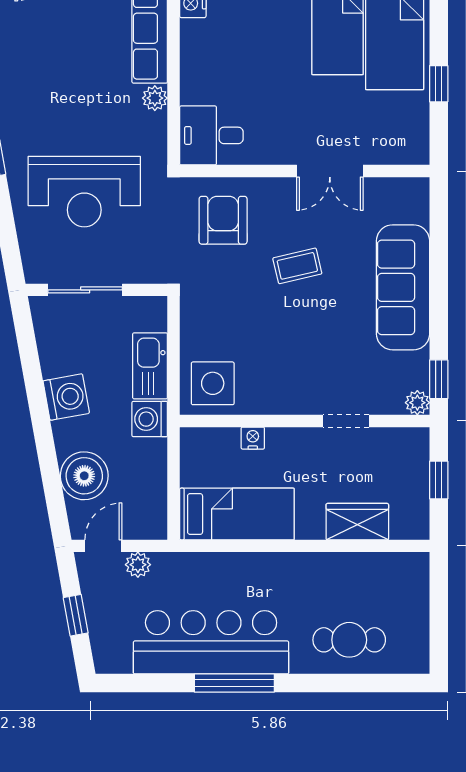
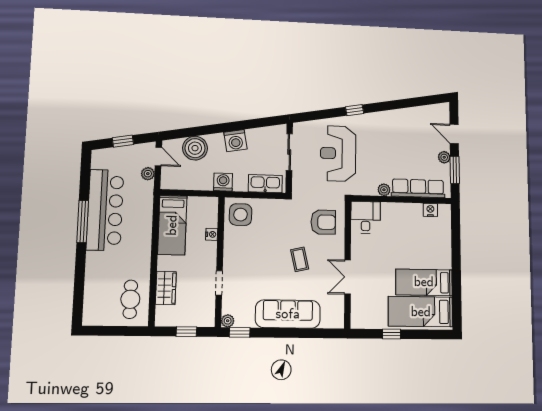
kitchen sink: (150, 366) -> (265, 184), moved
cafe table: (349, 640) -> (130, 299), moved

